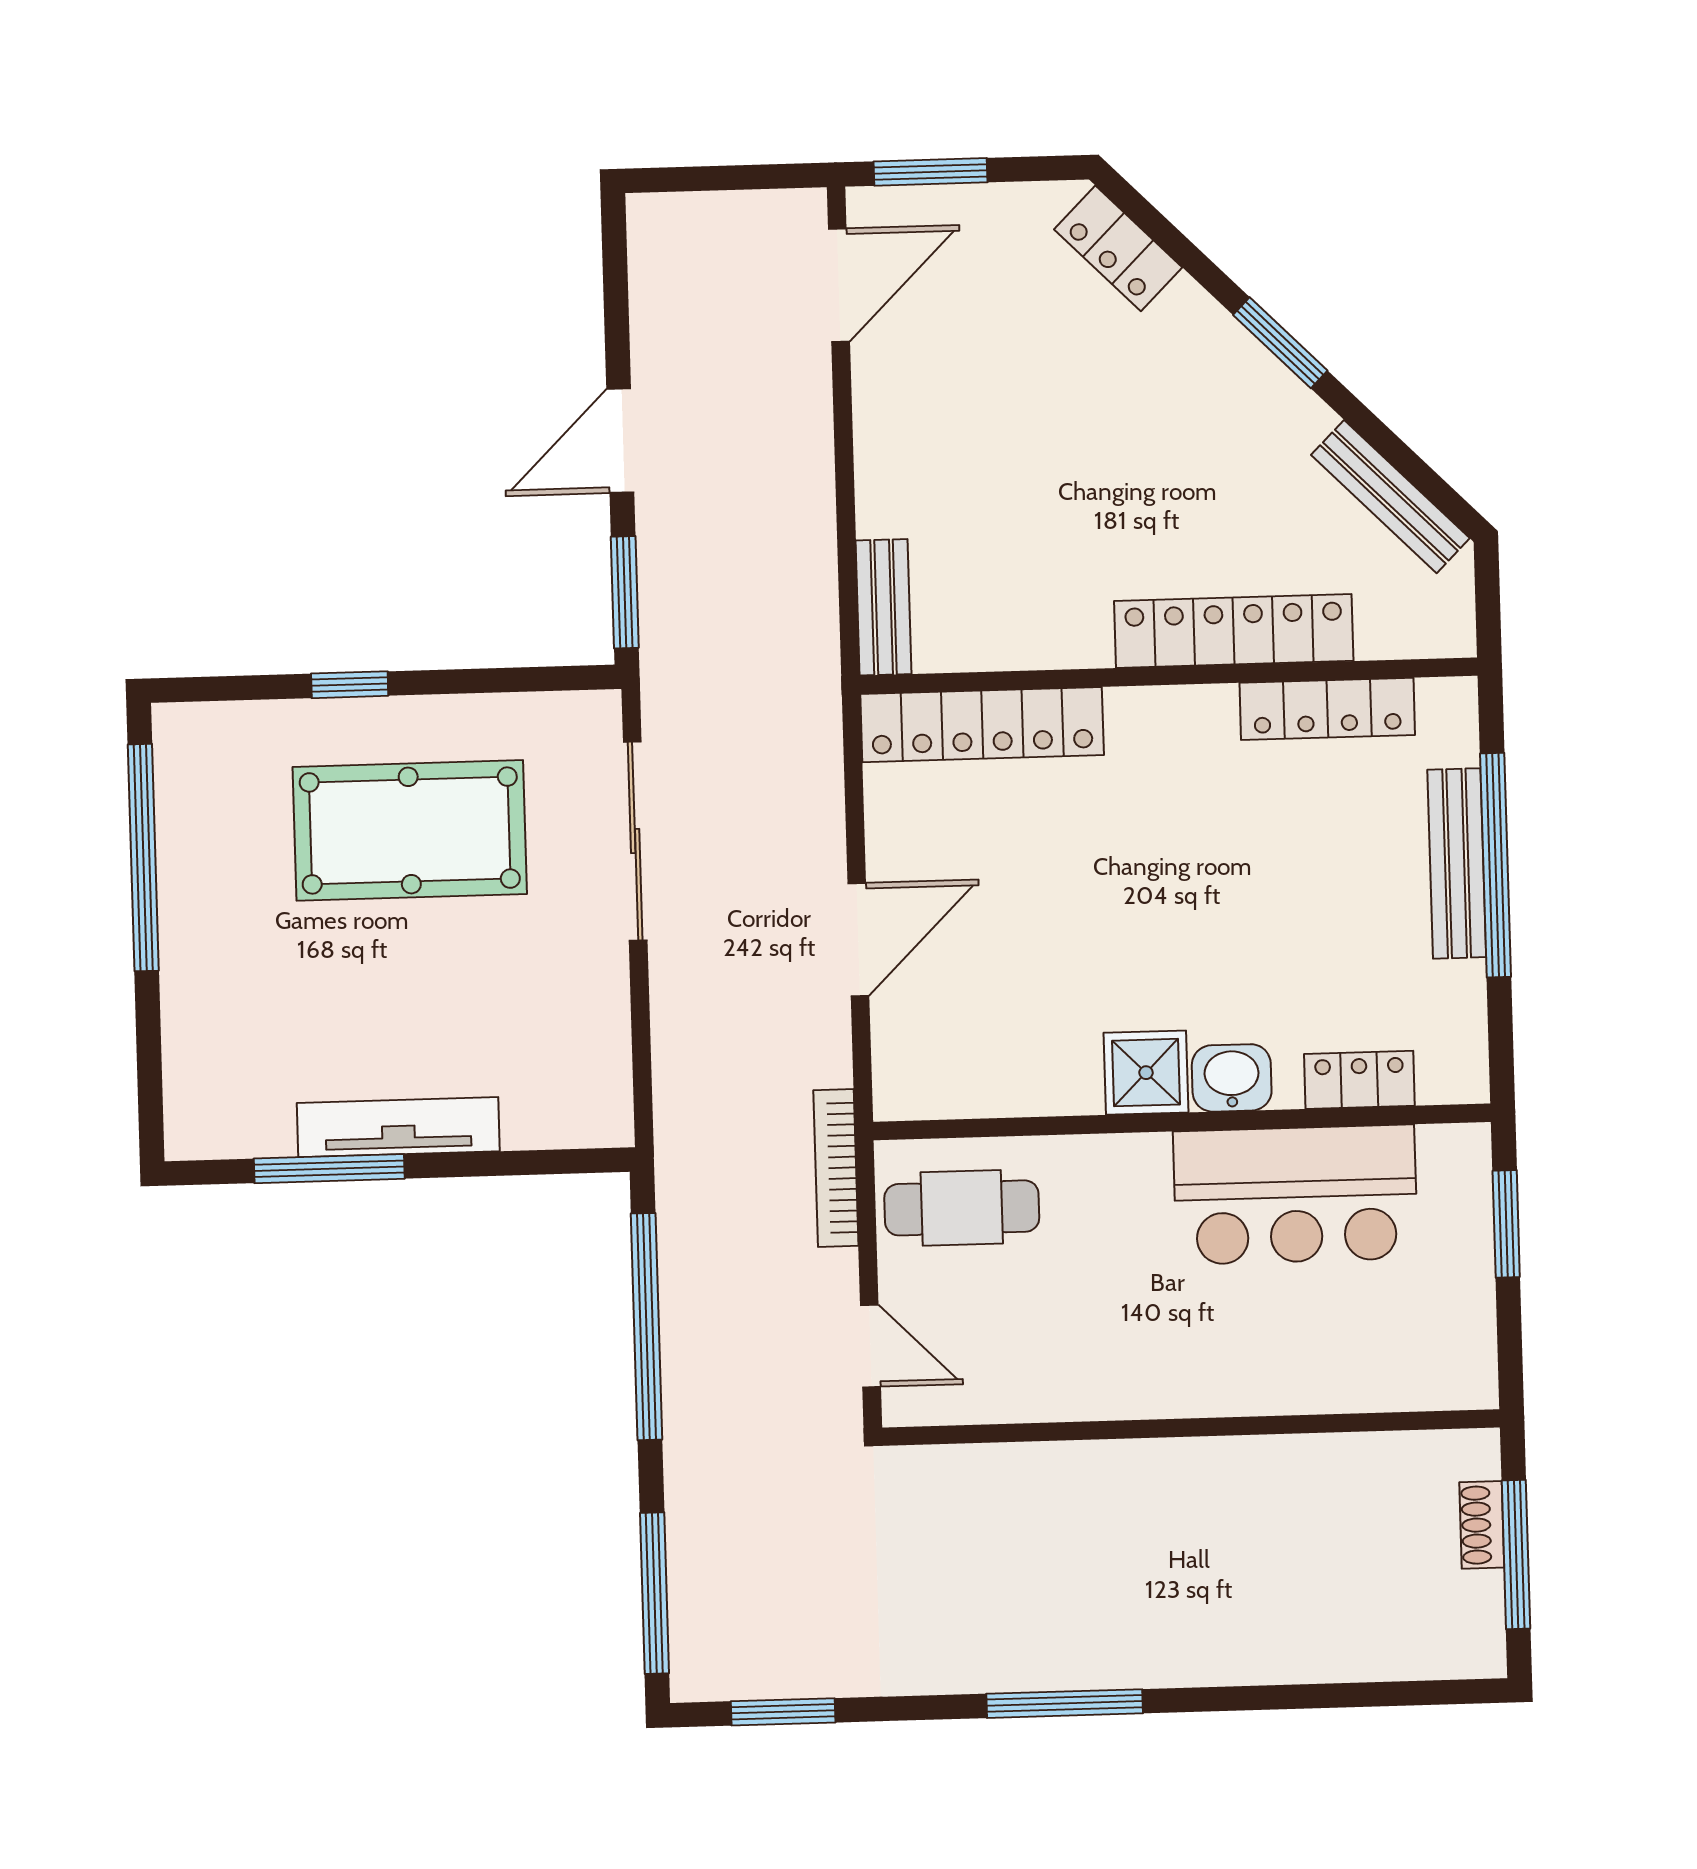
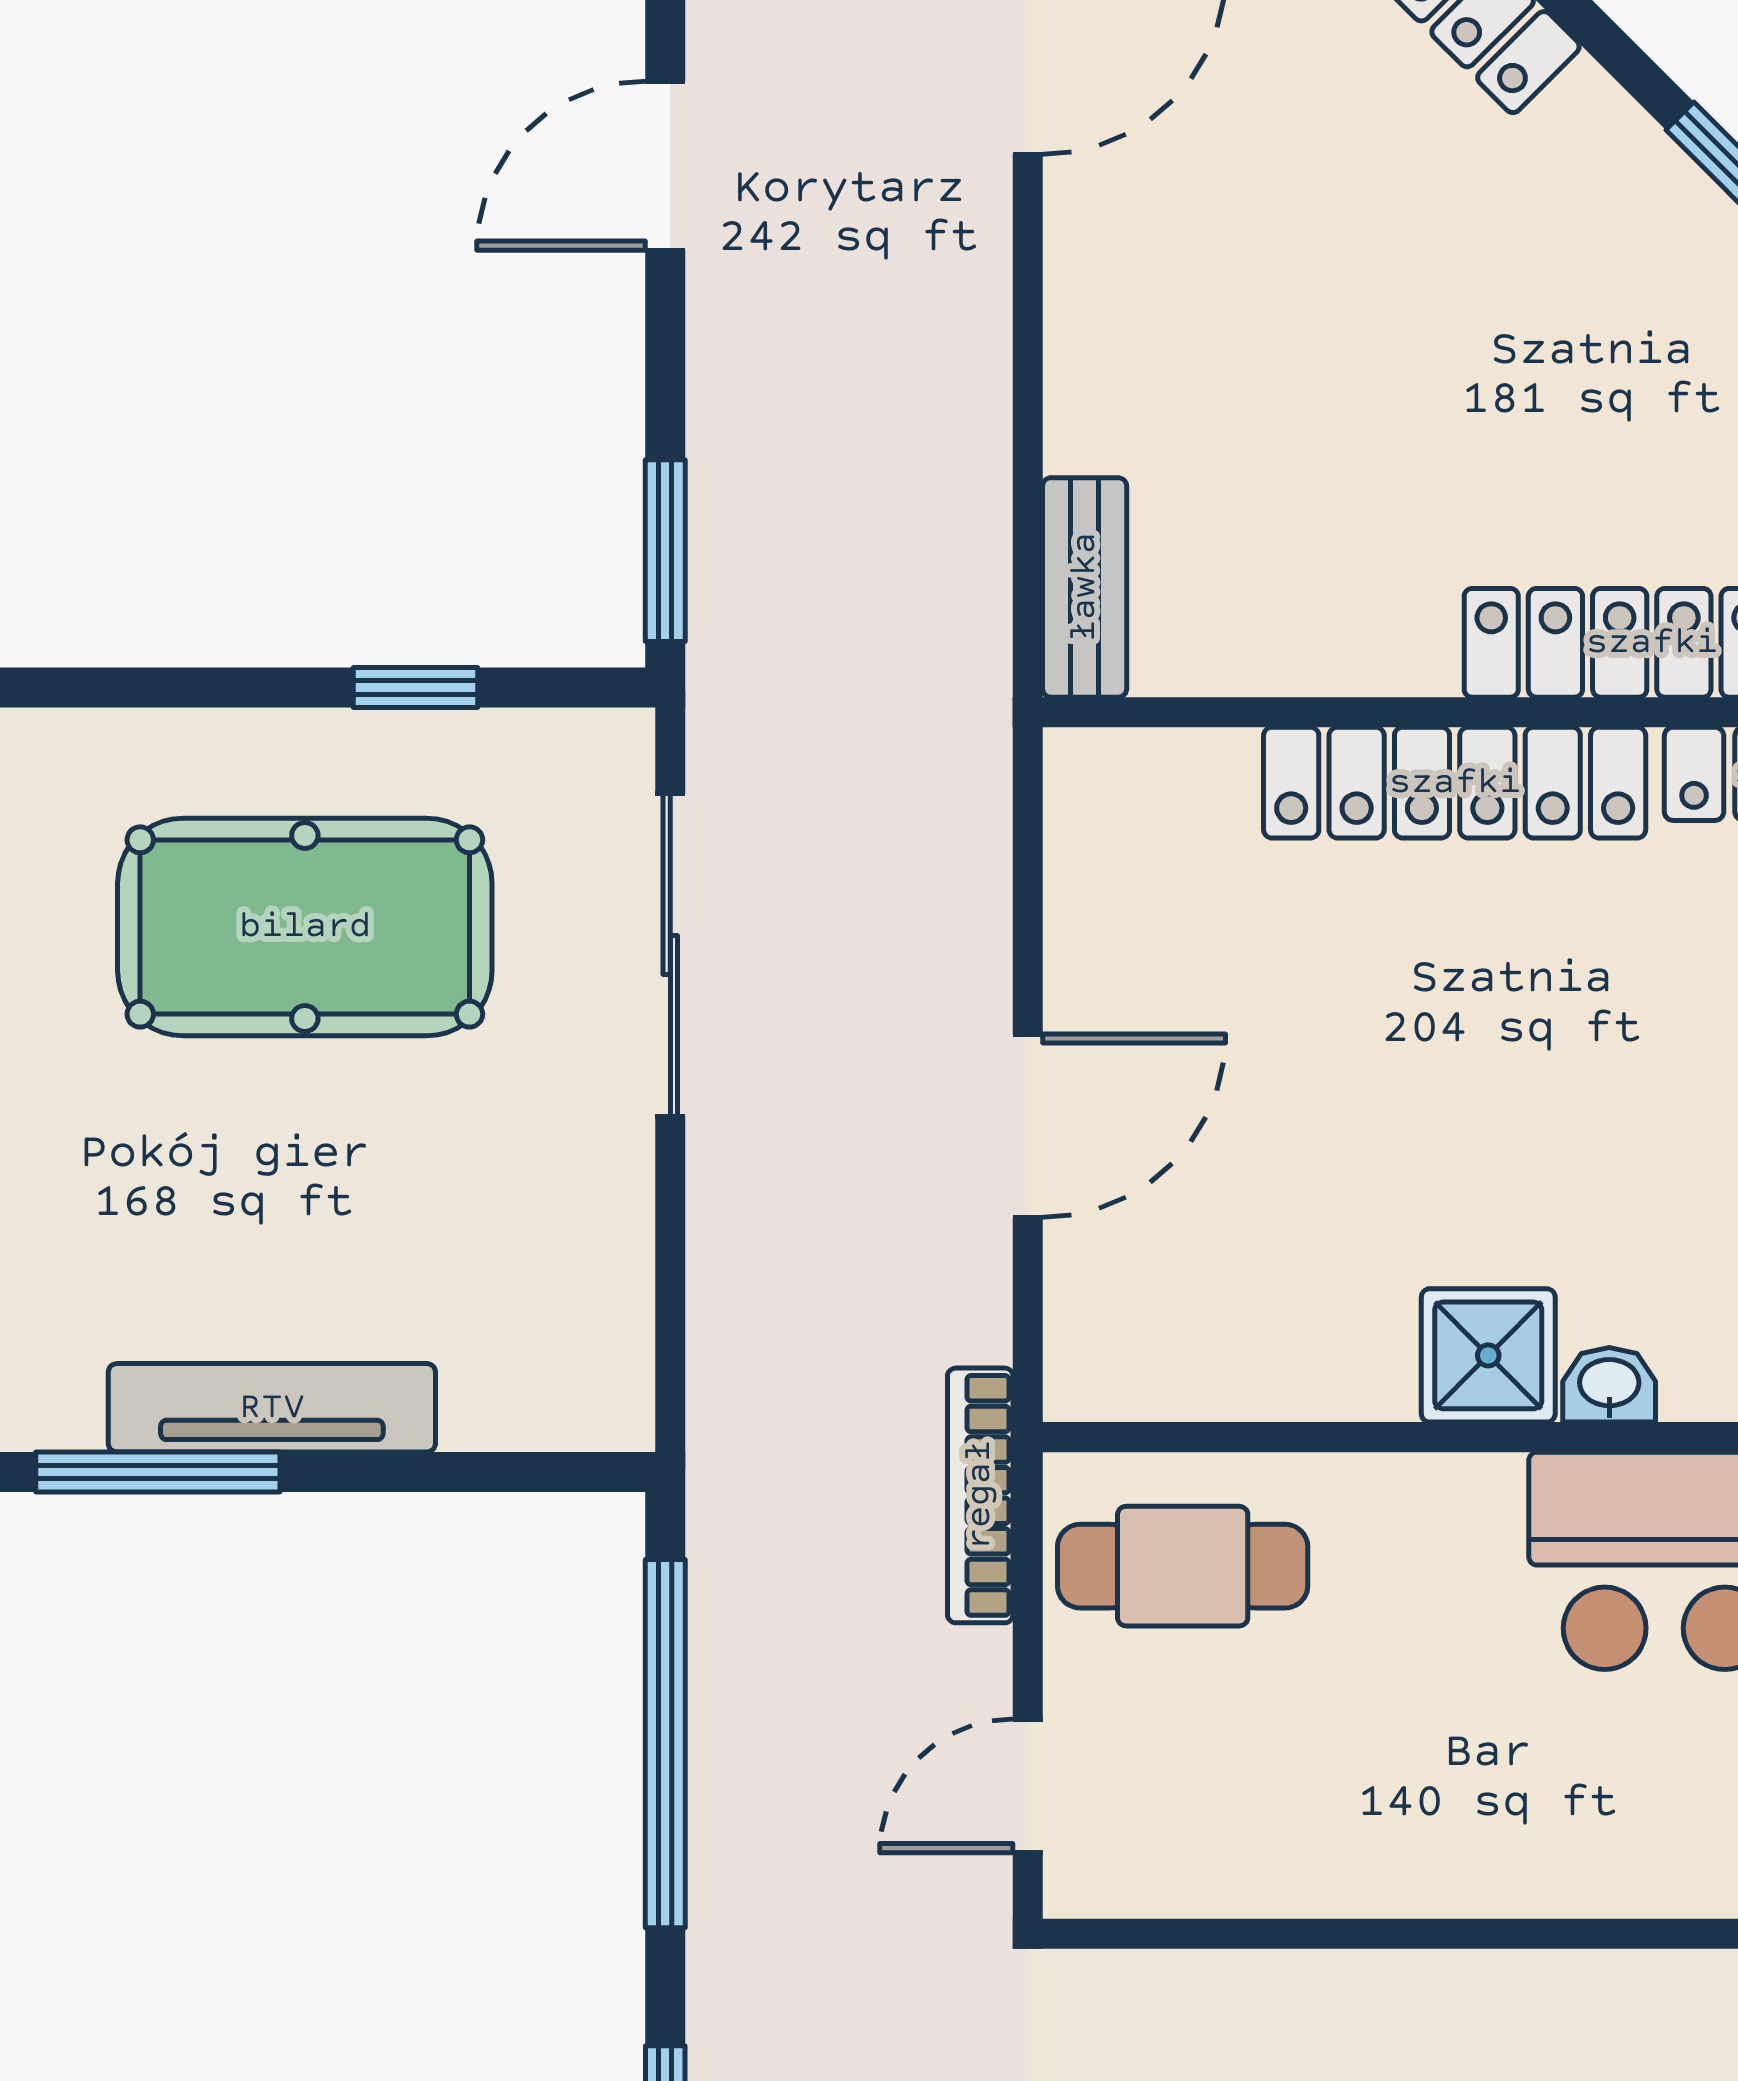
door: (620, 441) -> (665, 166), moved
window: (350, 685) -> (415, 687), moved
locker: (982, 725) -> (1455, 783), moved
washbasin: (1232, 1078) -> (1609, 1385), width x0.72, depth x0.69
door: (870, 1346) -> (1028, 1786), swing flipped

